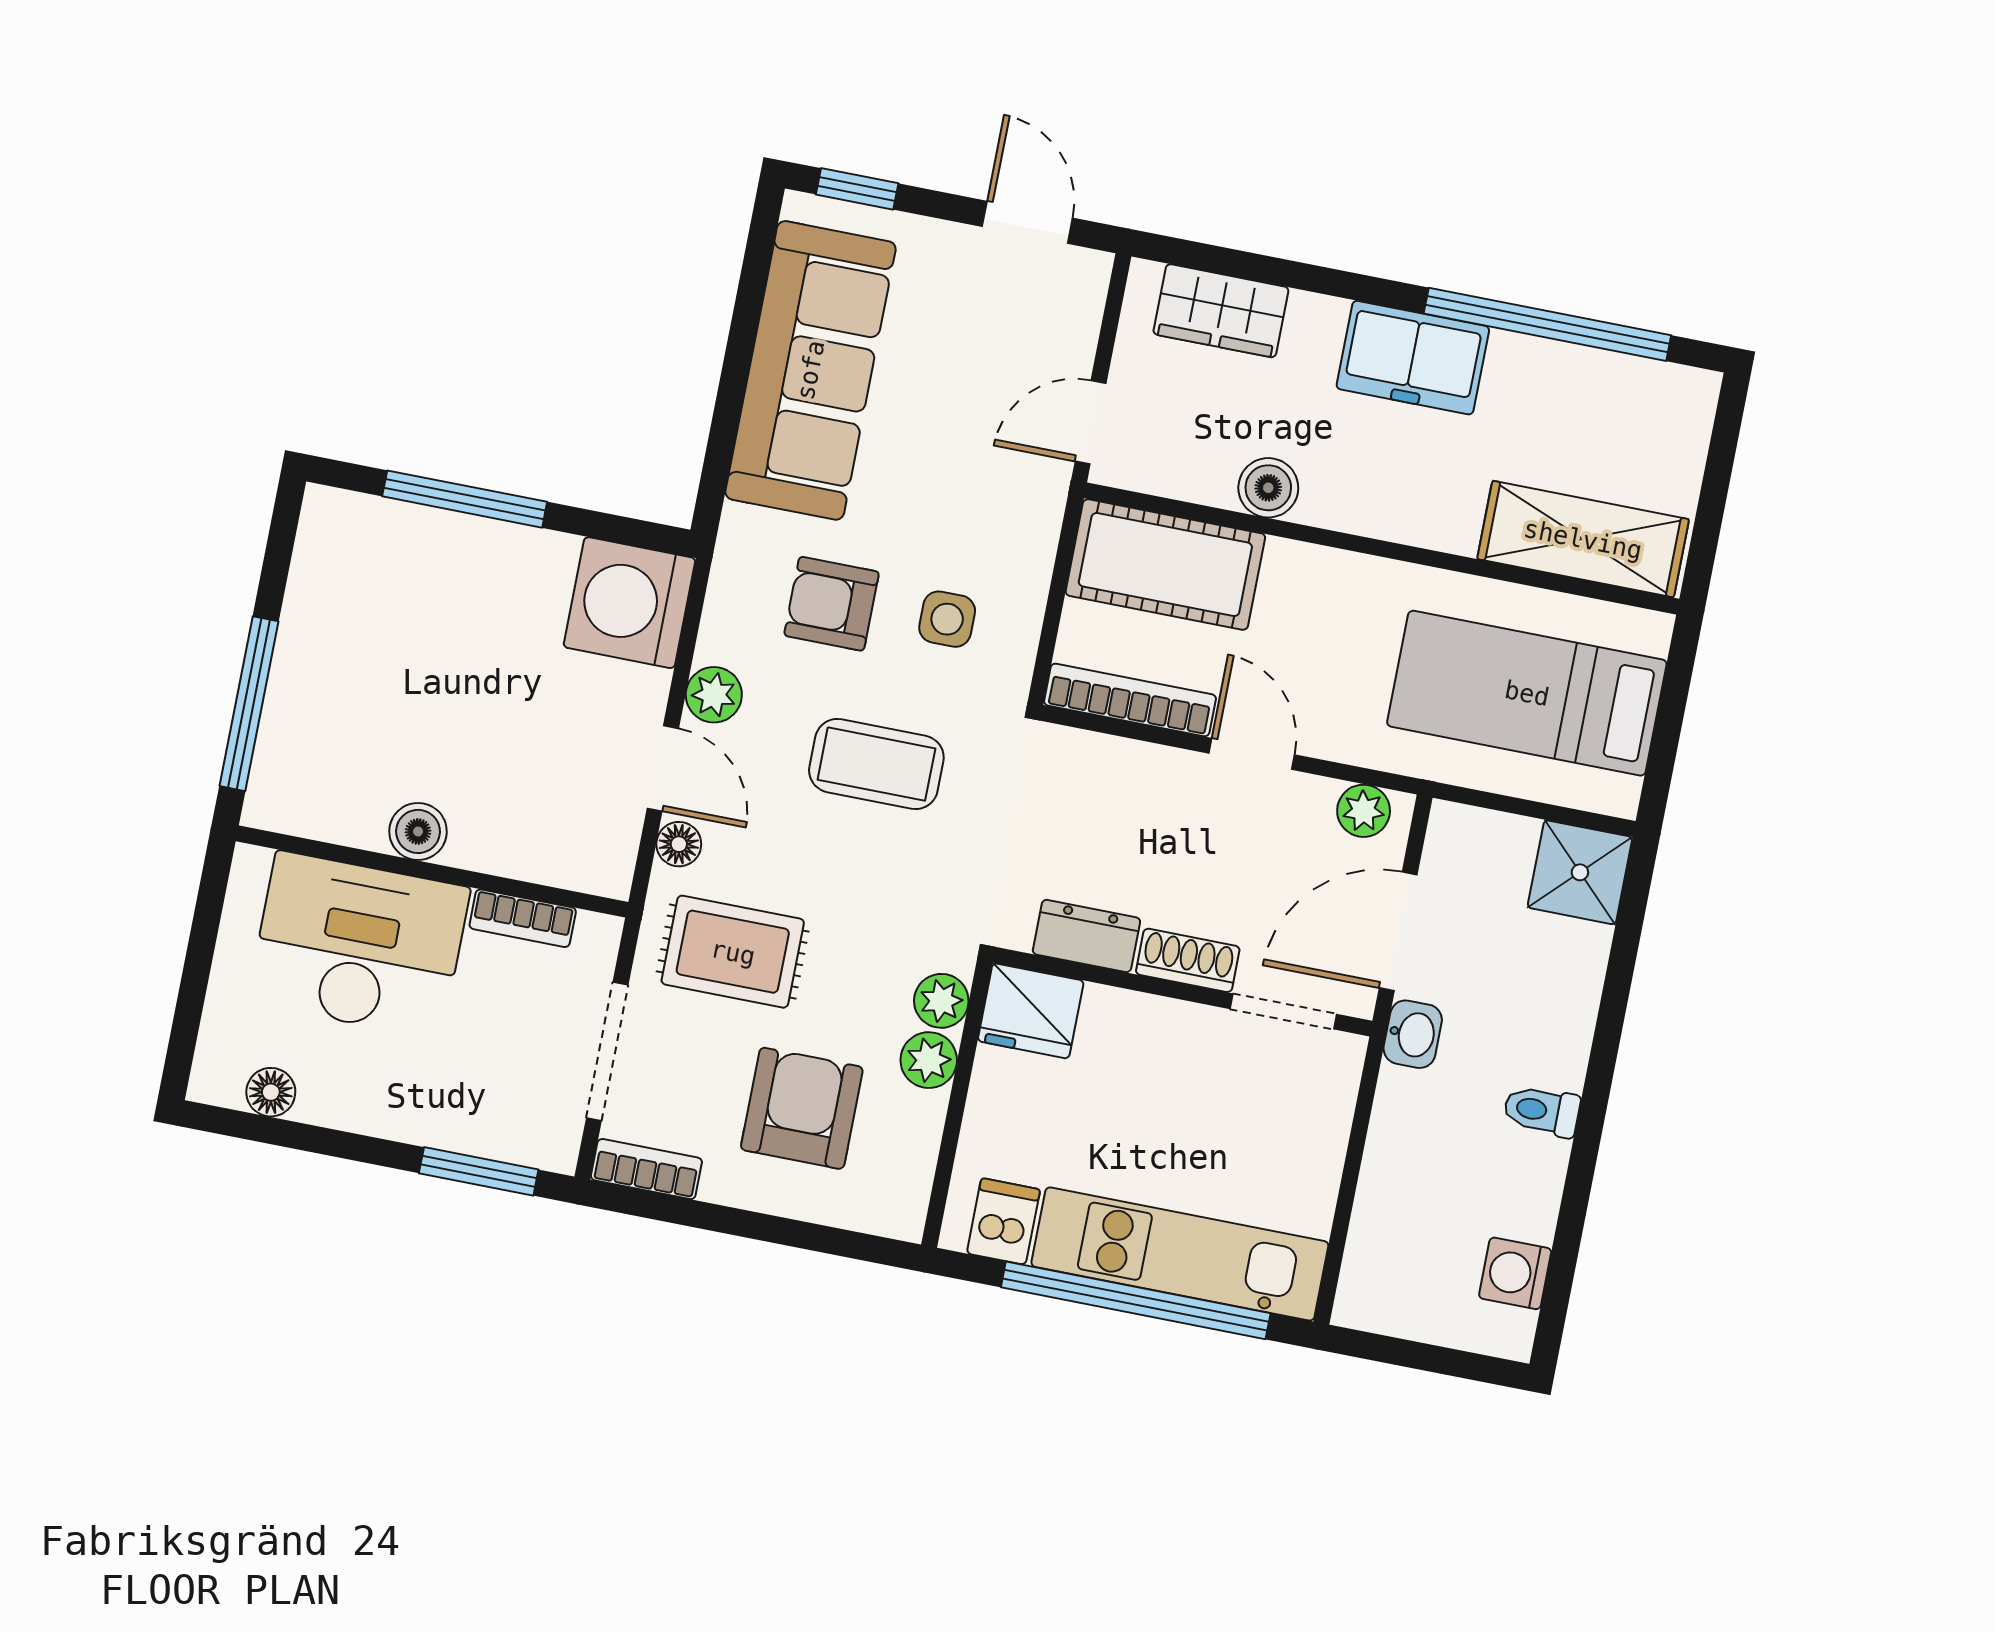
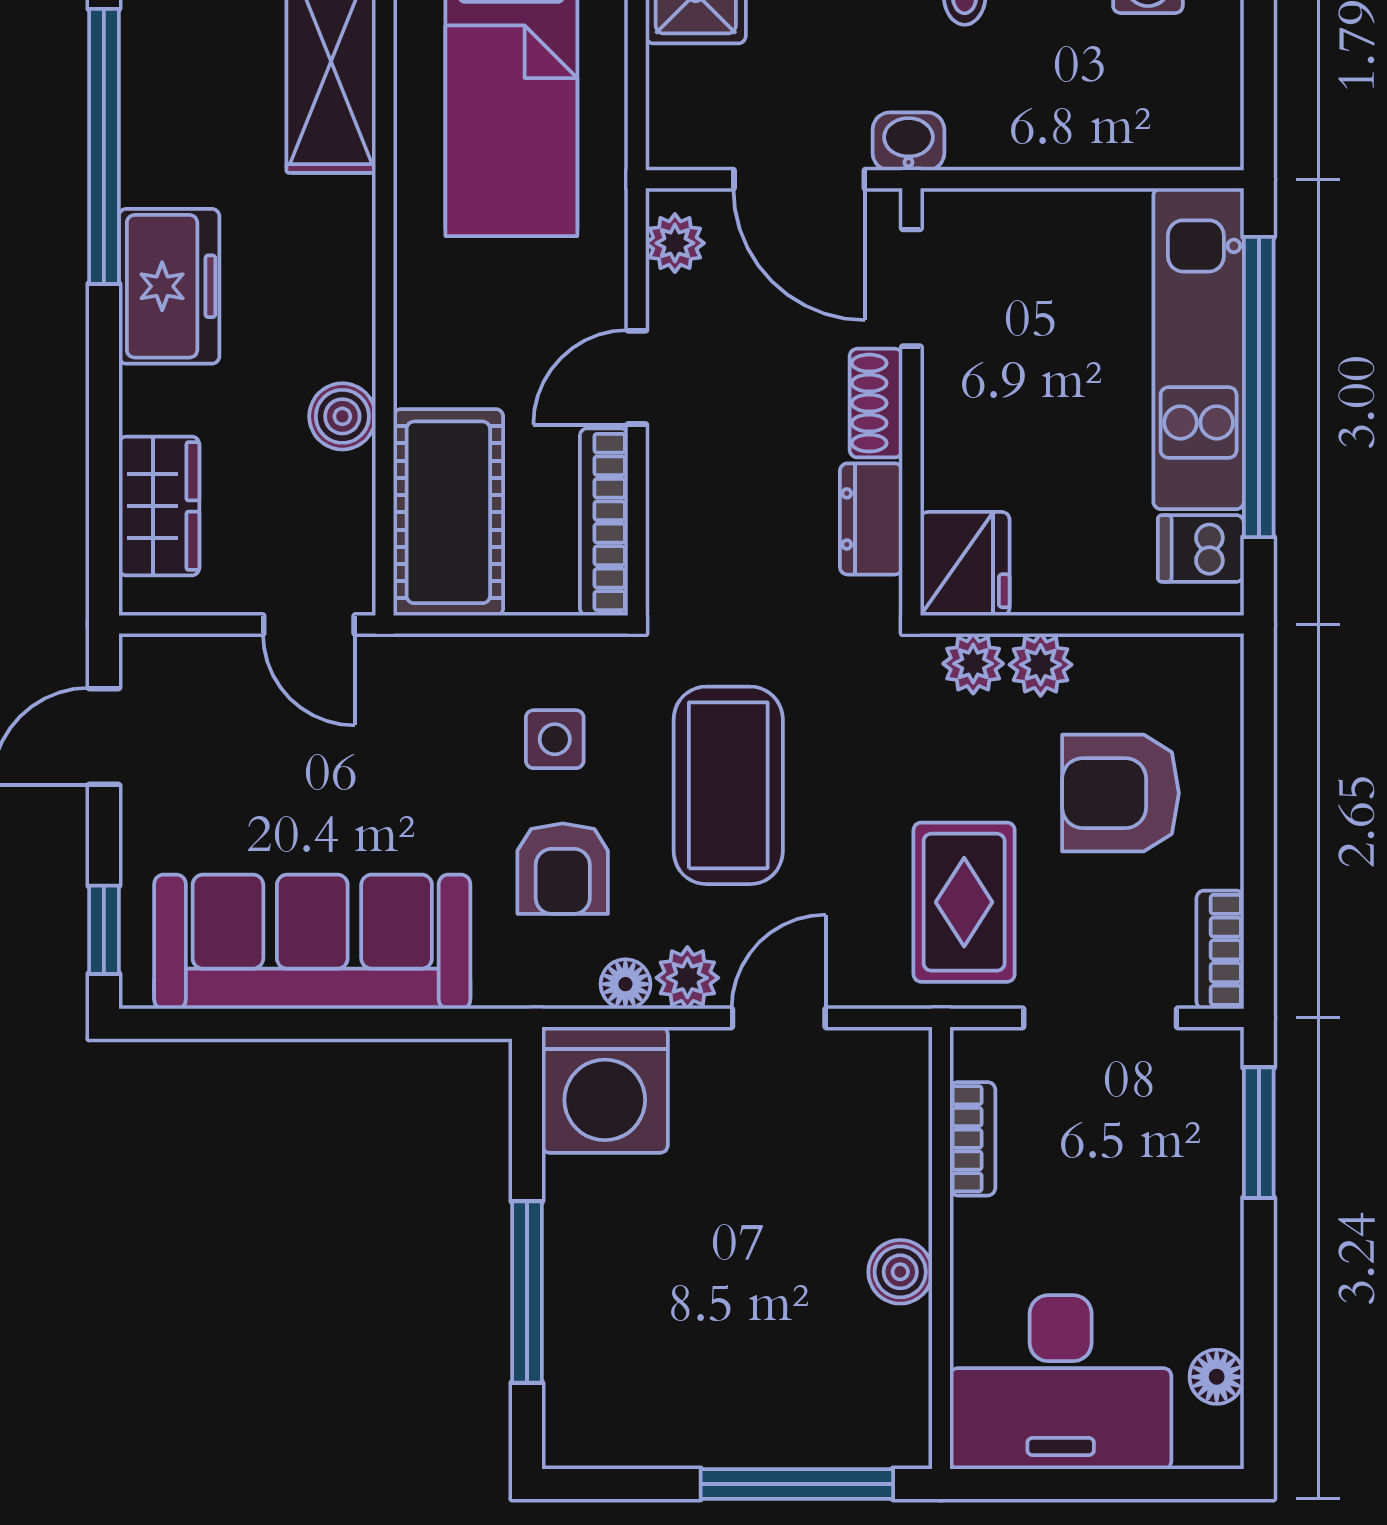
coffee table: (876, 764) -> (728, 785), width x1.36, depth x1.32
floor lamp: (679, 844) -> (625, 984), moved
desk: (359, 945) -> (1061, 1382), moved, turned -90

